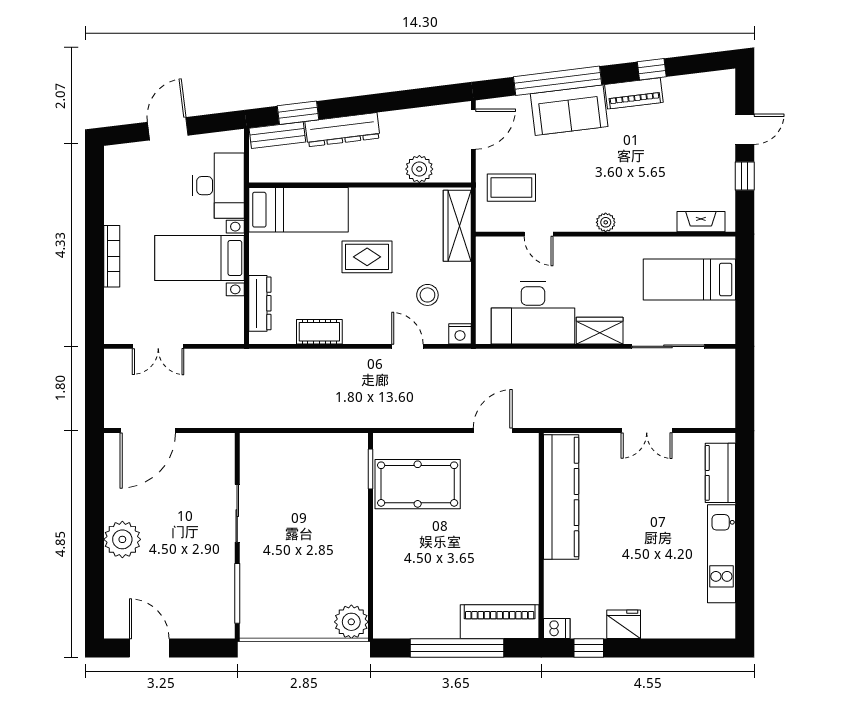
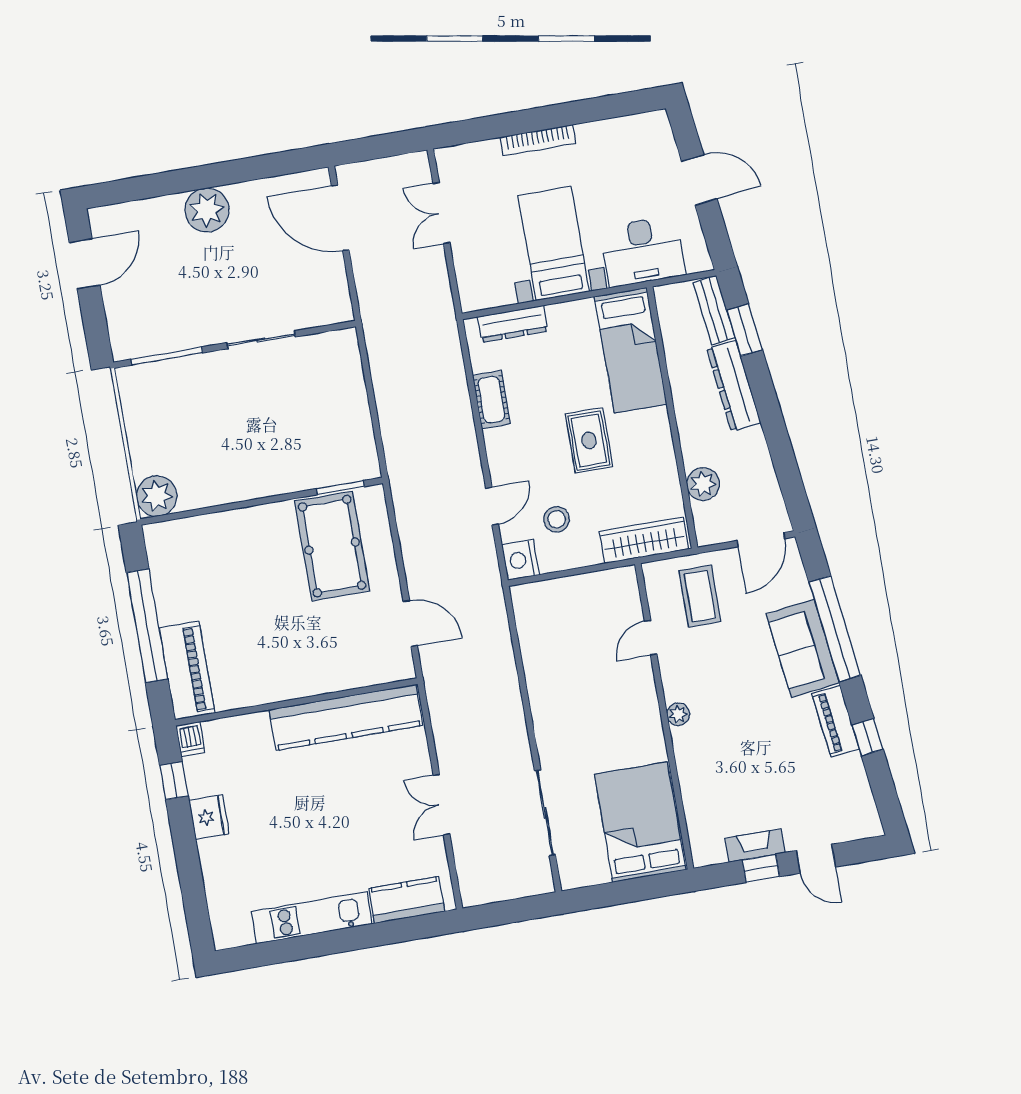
door: (473, 129) -> (761, 540), hinge flipped
fireplace: (701, 222) -> (755, 846), moved, turned -90
bed: (689, 280) -> (640, 822), width x1.50
desk: (533, 313) -> (557, 647), removed
wardrobe: (600, 331) -> (550, 729), removed
nightstand: (460, 334) -> (521, 560), width x1.36, depth x1.33

